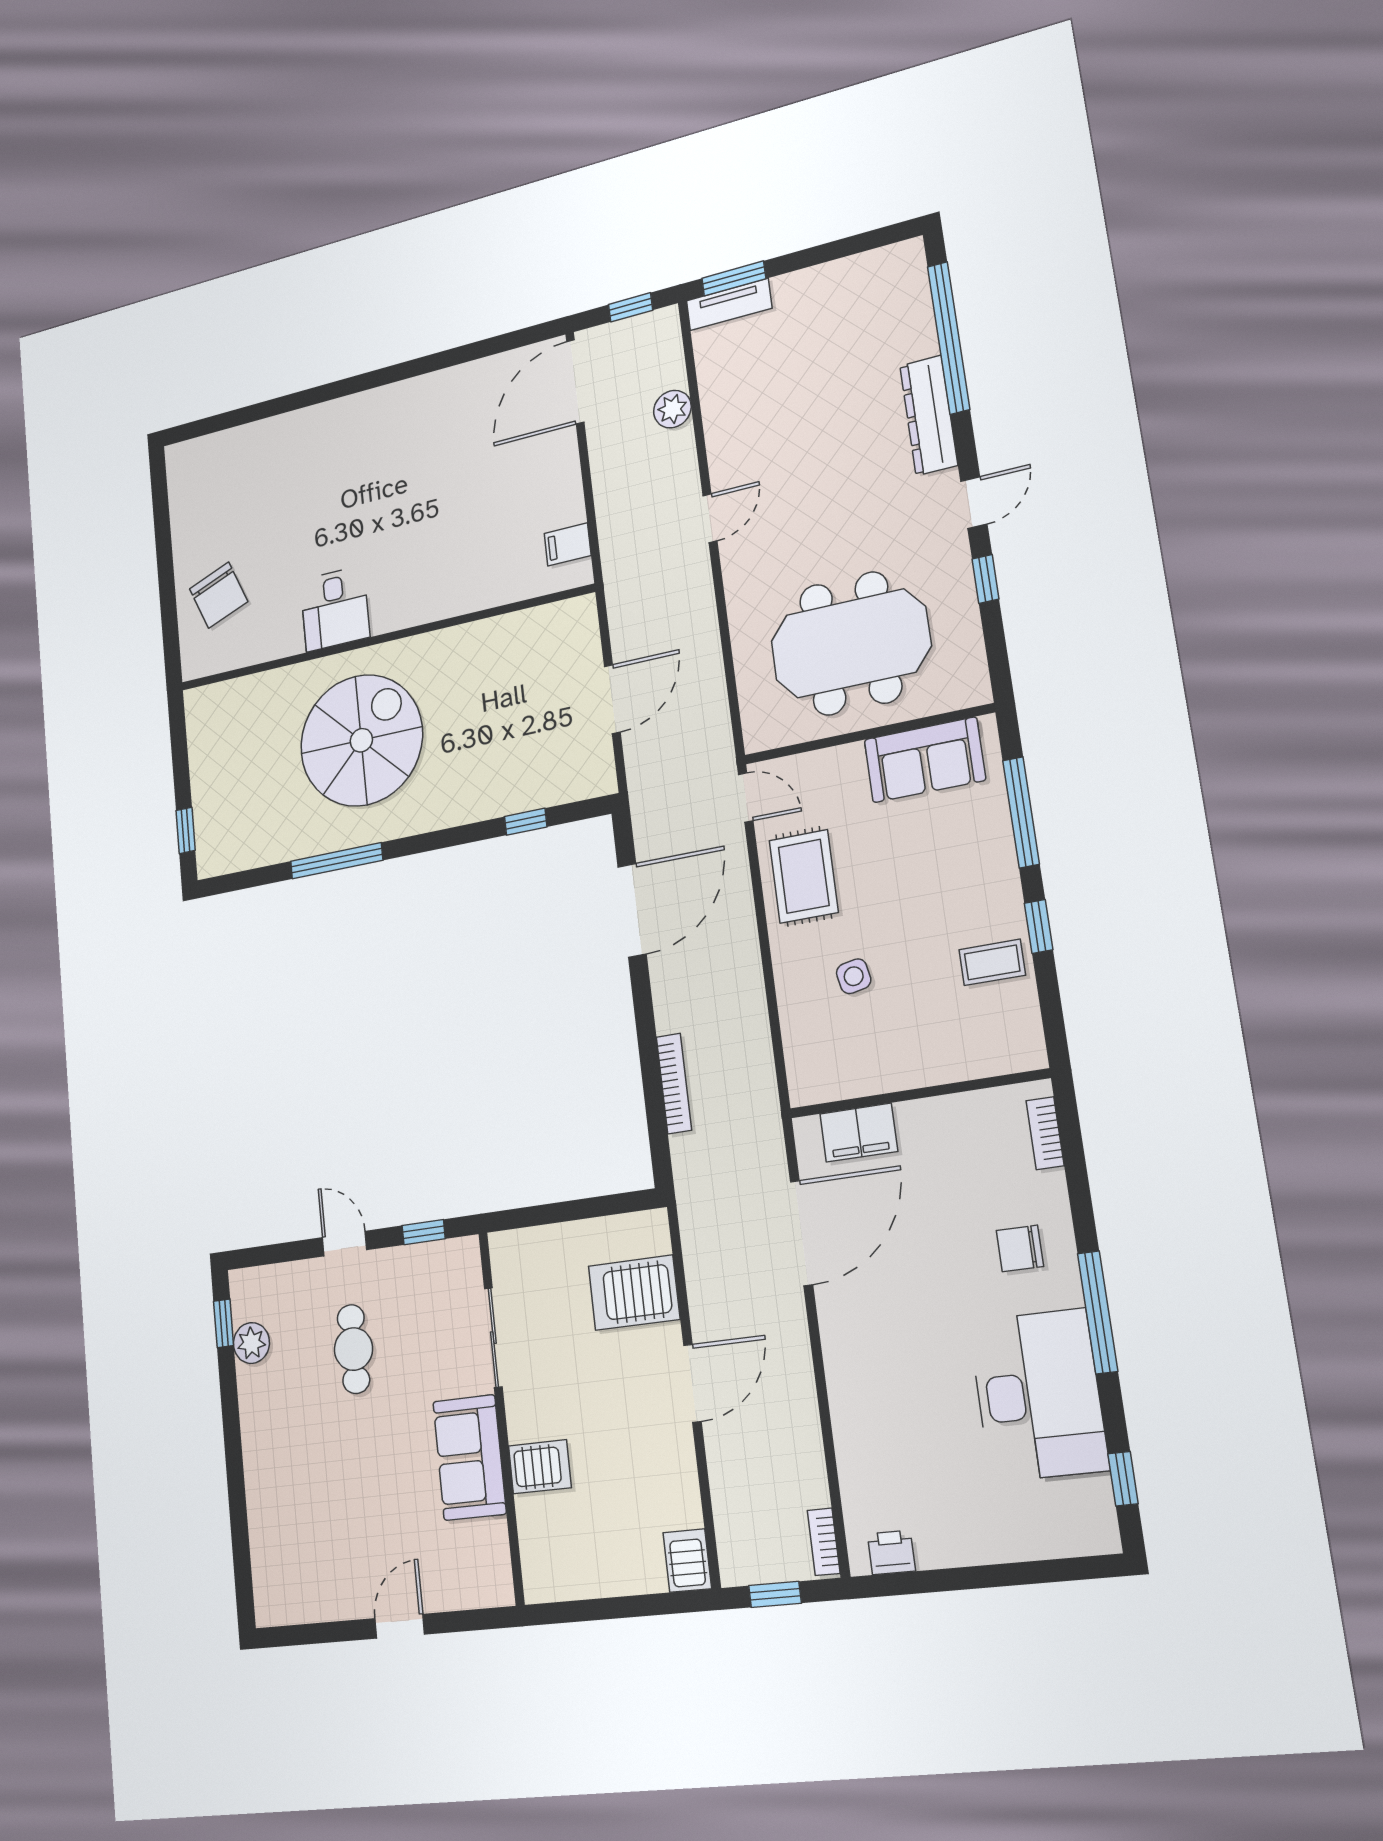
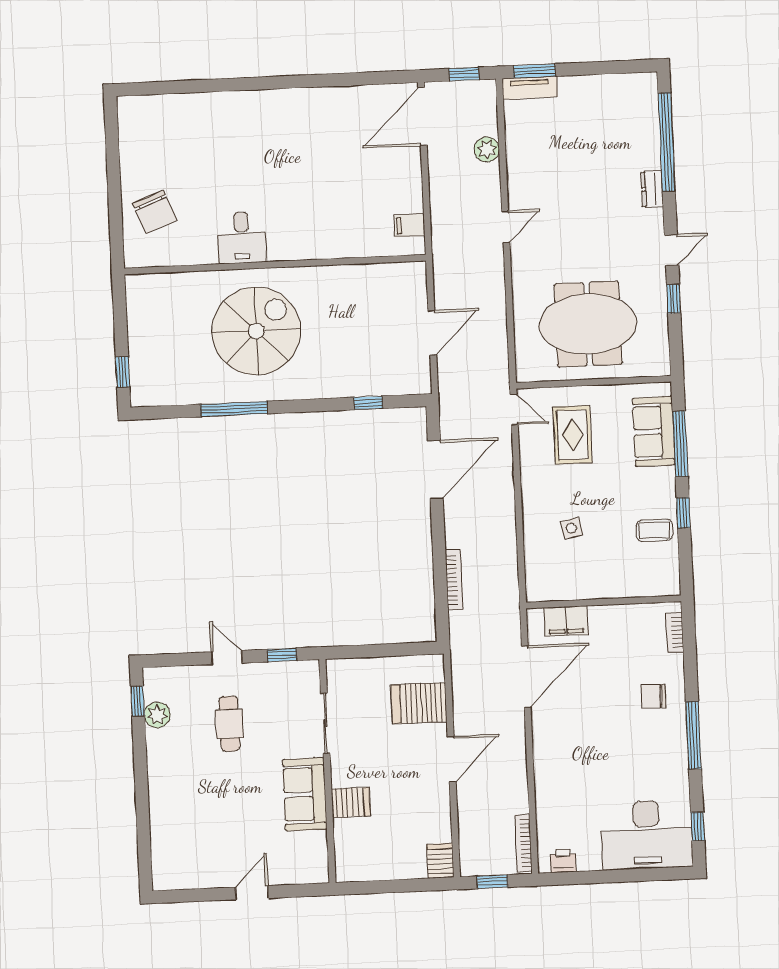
dresser: (929, 415) -> (652, 189), width x0.51, depth x0.80
sofa: (925, 760) -> (654, 432), moved, turned 90
rug: (804, 876) -> (573, 435), moved
desk: (1038, 1395) -> (647, 835), moved, turned 90
bookcase: (824, 1542) -> (523, 843), width x1.56

